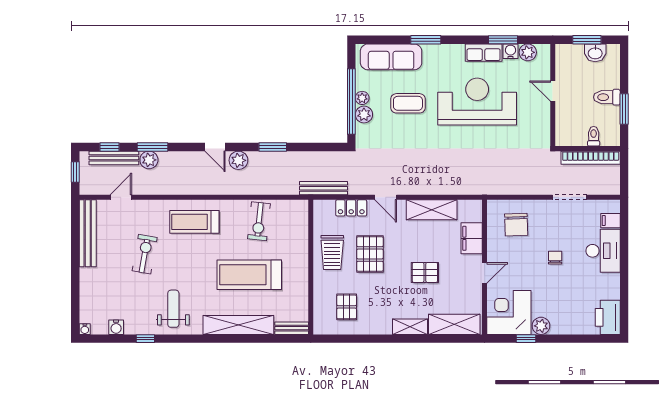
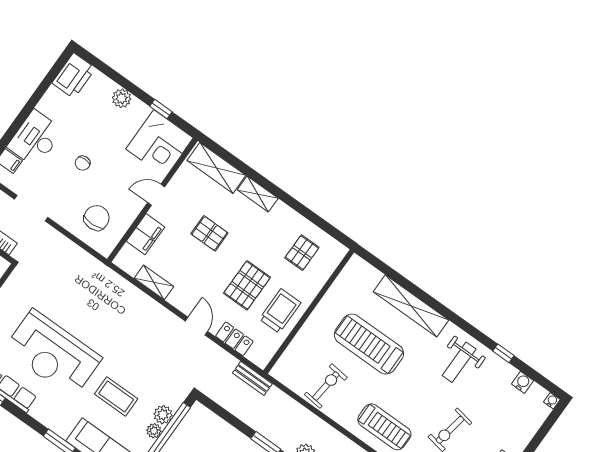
bench: (324, 188) -> (252, 378), width x0.73
shelving: (432, 210) -> (154, 282), width x0.67, depth x0.75
treadmill: (249, 275) -> (369, 344), turned 180
plant: (541, 326) -> (122, 98), moved
bench: (292, 328) -> (365, 269), removed

